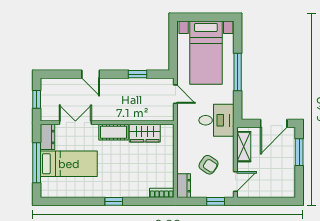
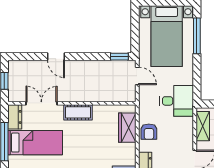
window: (238, 72) -> (197, 36), moved
window: (137, 74) -> (119, 57), moved
wardrobe: (145, 133) -> (127, 128), moved, turned 90
armchair: (209, 165) -> (149, 132), moved, turned 56

